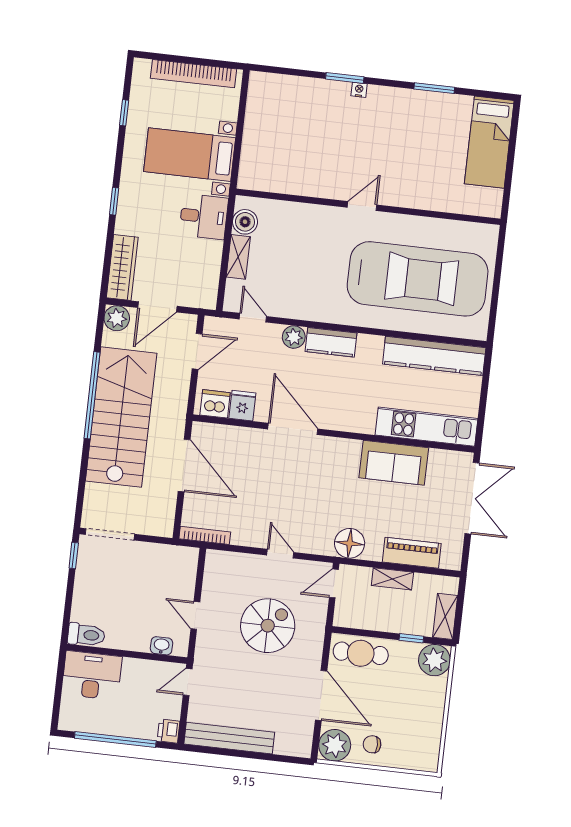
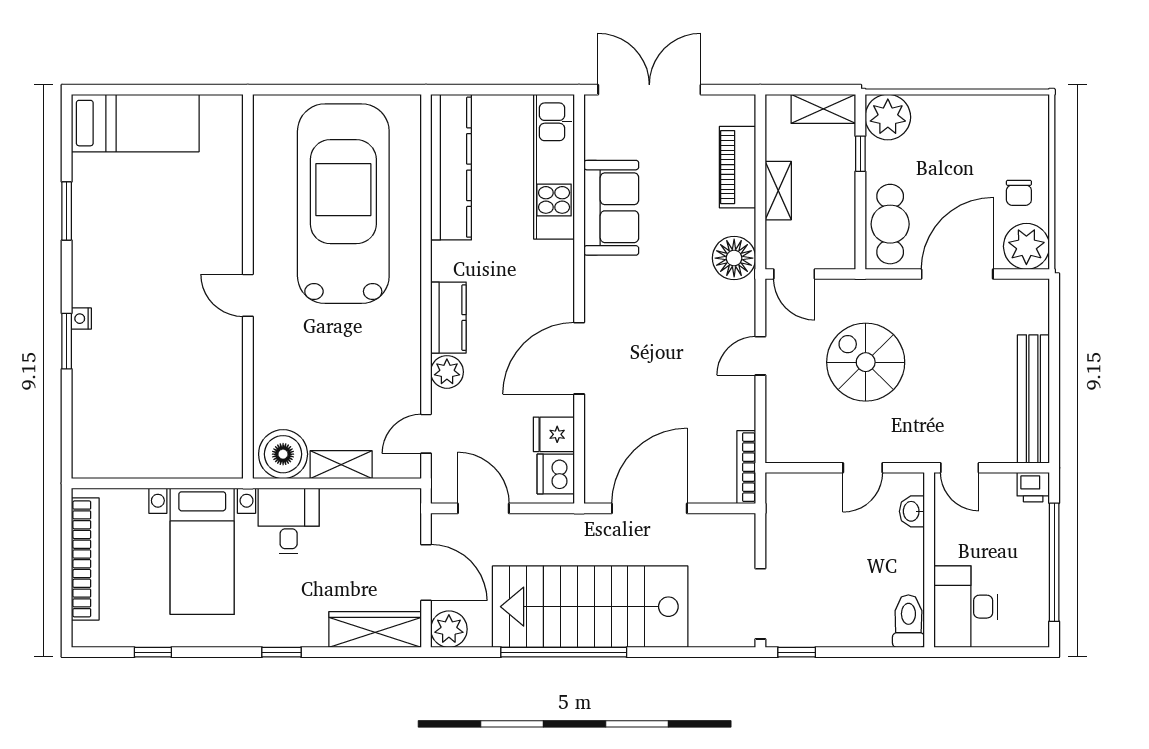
boiler: (245, 222) -> (283, 454), width x1.37, depth x1.37

